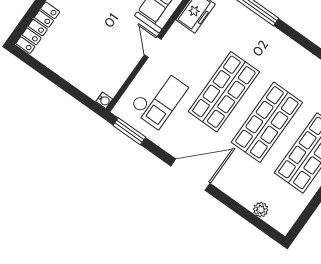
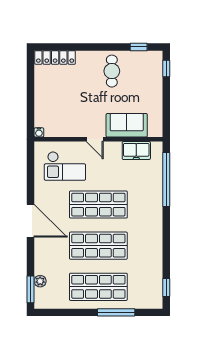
door: (153, 47) -> (95, 139), swing flipped
window: (129, 131) -> (31, 289), moved

